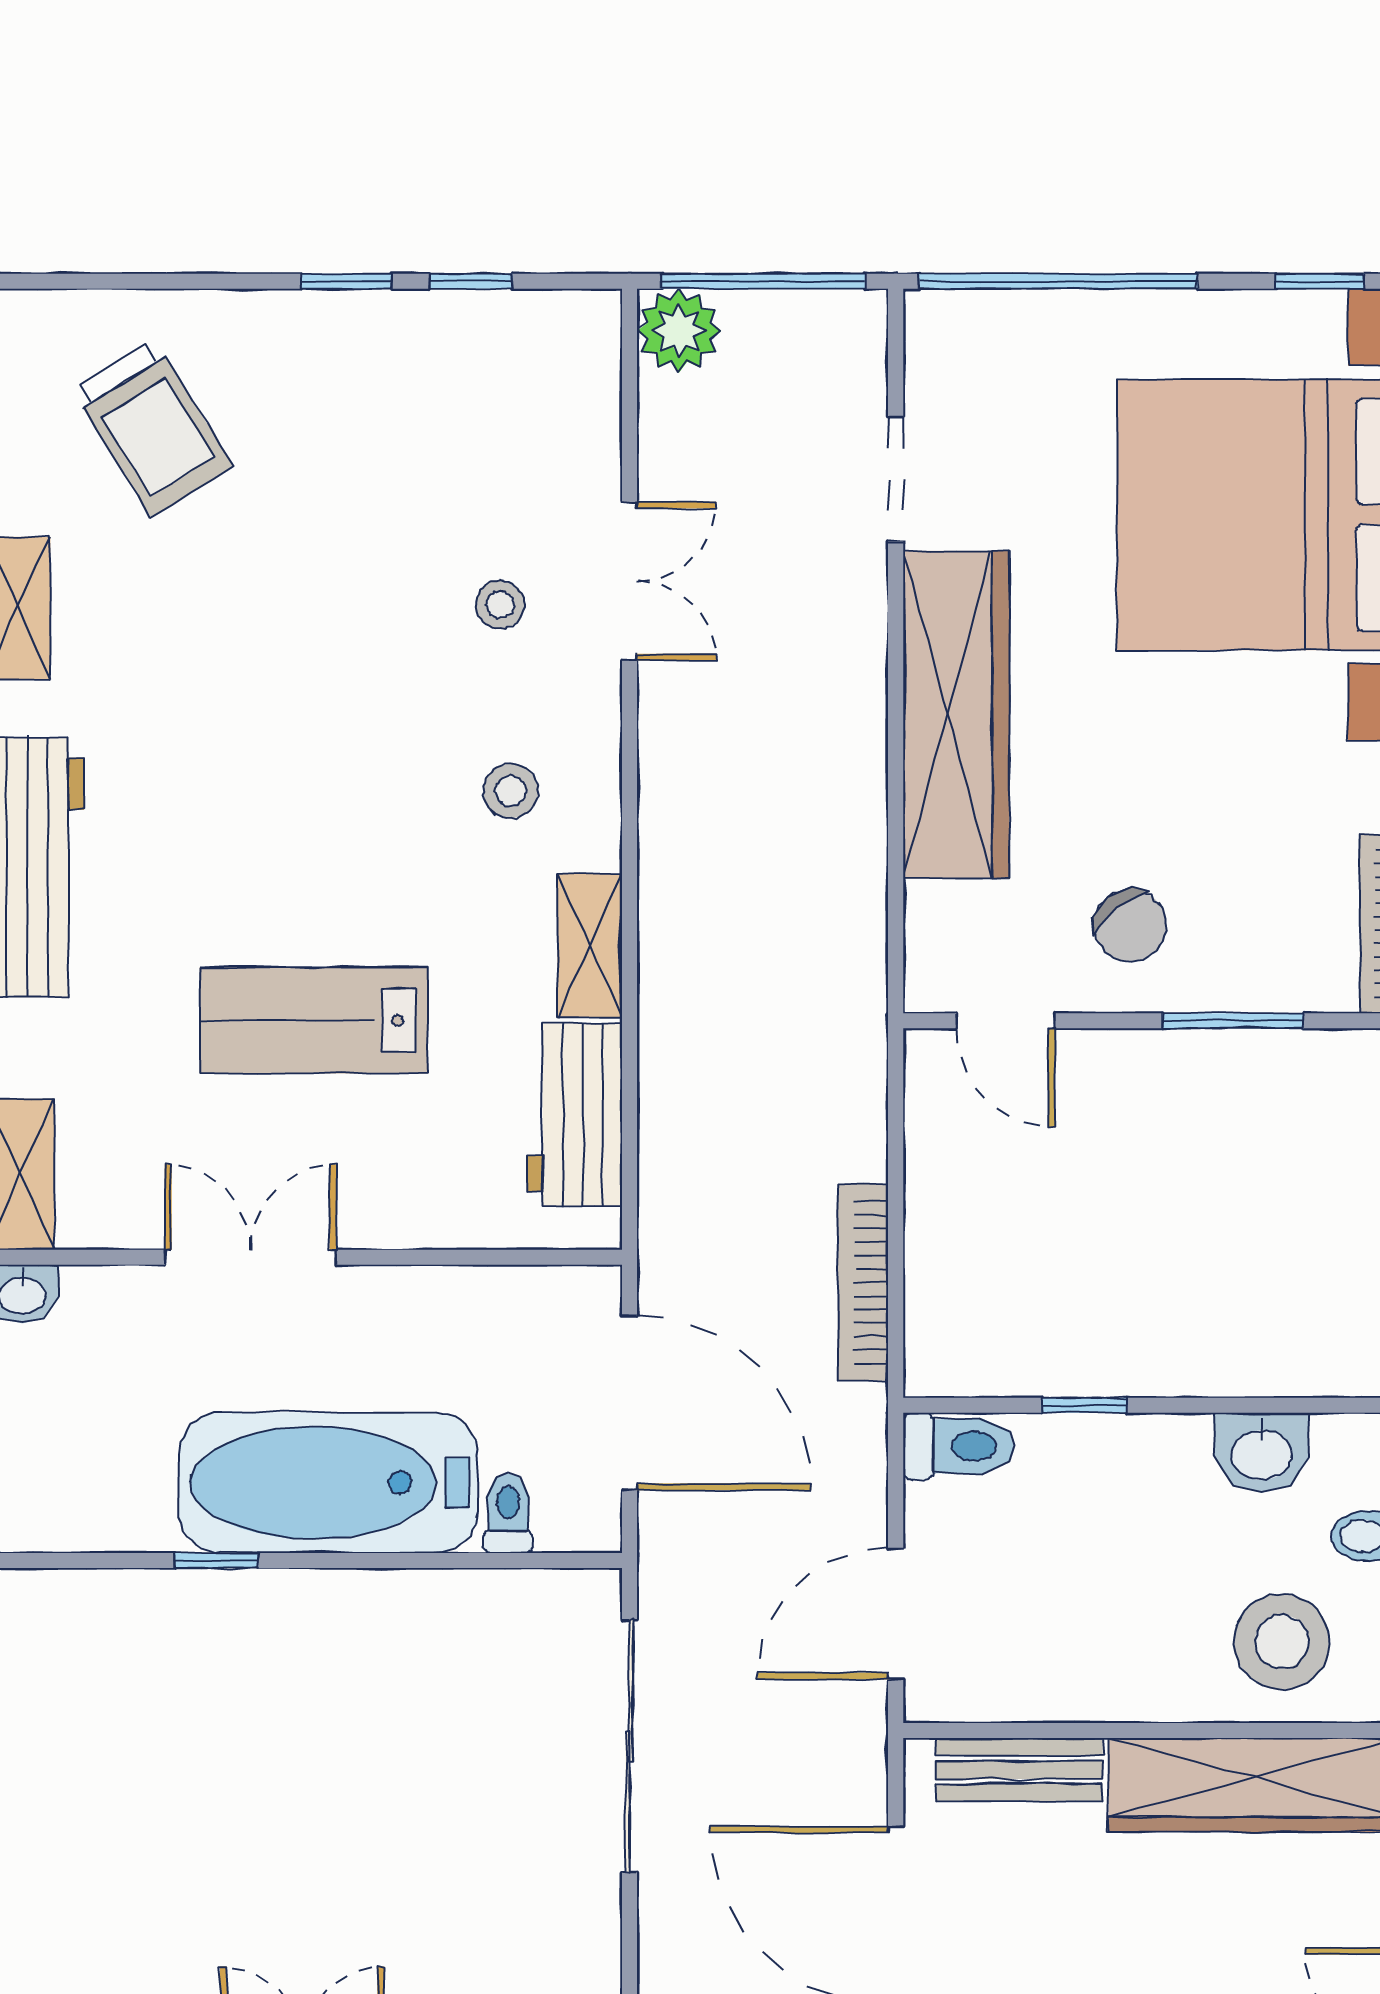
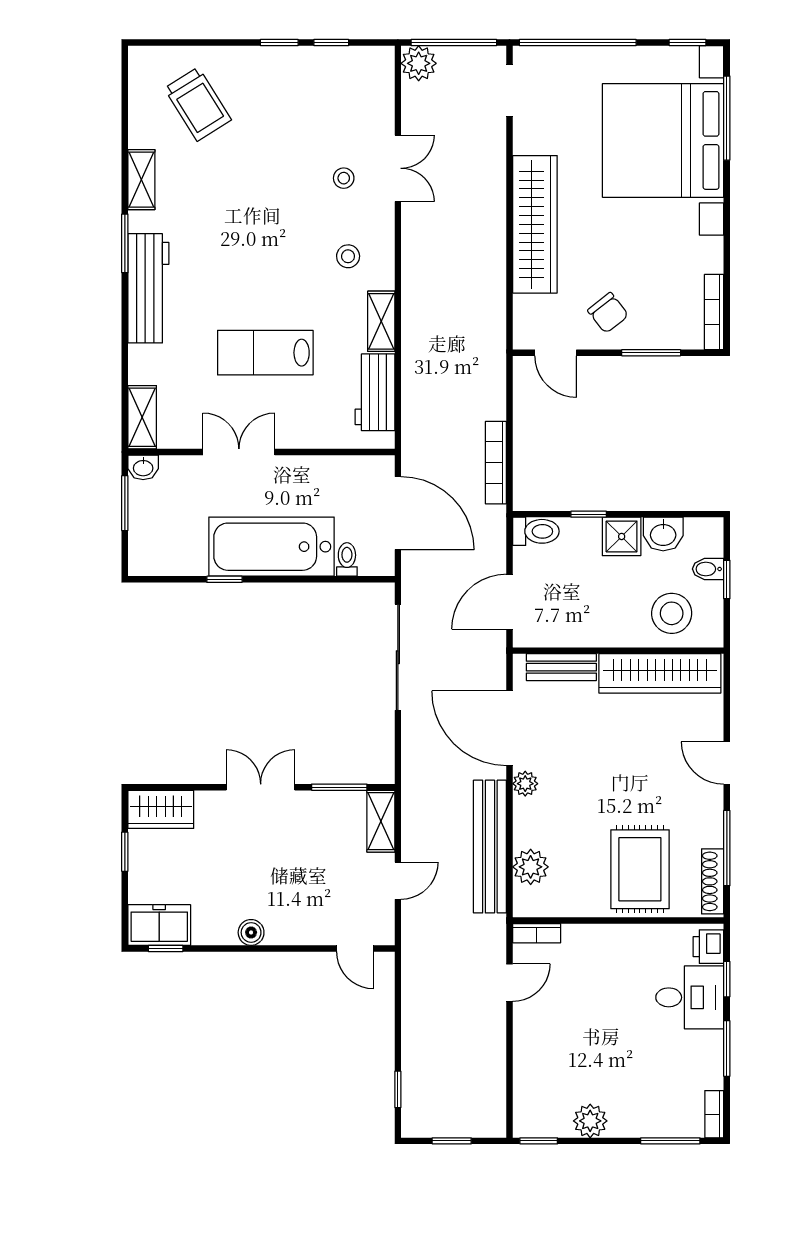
doorway: (896, 479) -> (510, 91), moved
shower: (1163, 1458) -> (622, 536), added

